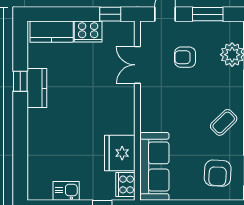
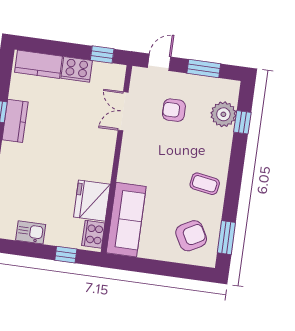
coffee table: (224, 122) -> (205, 184), turned 53
armchair: (218, 173) -> (191, 236), turned -122

